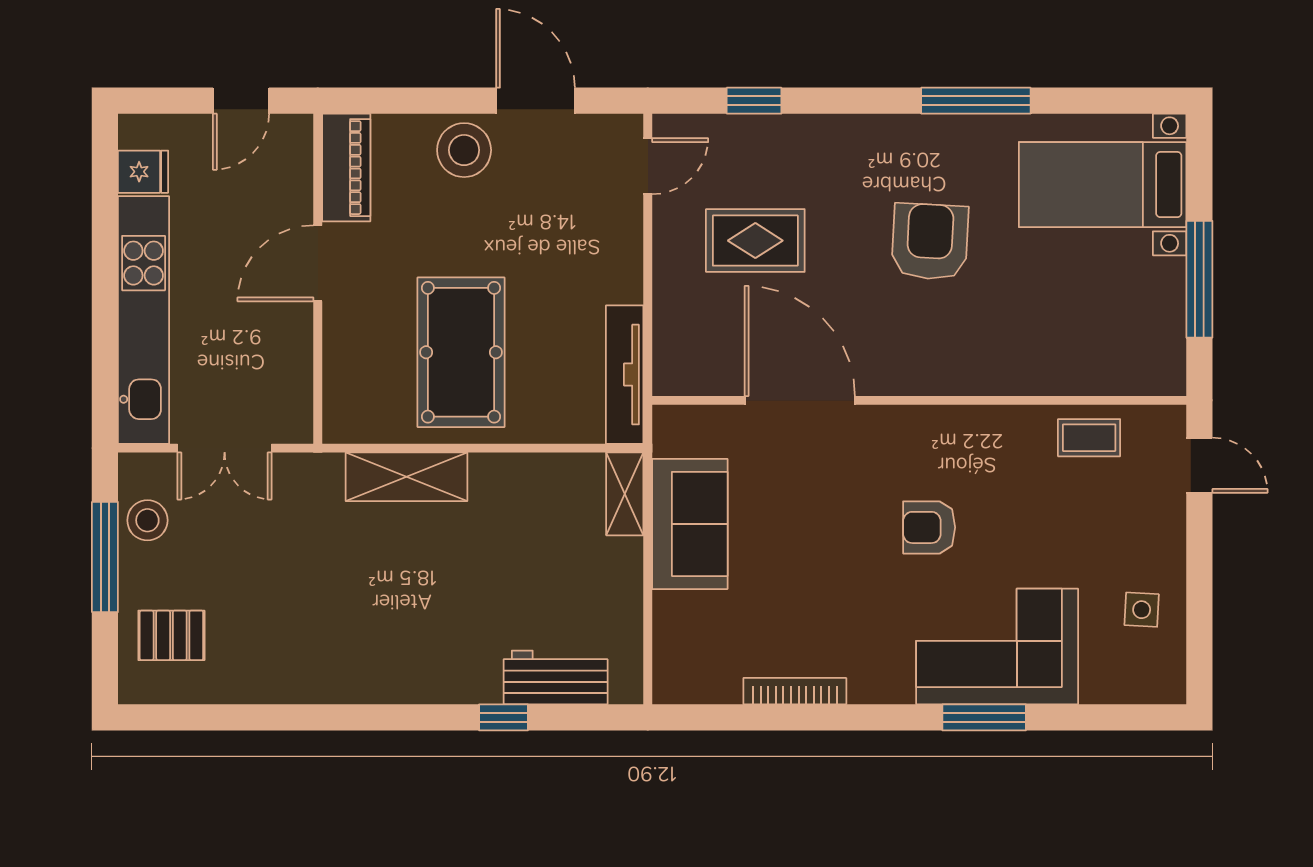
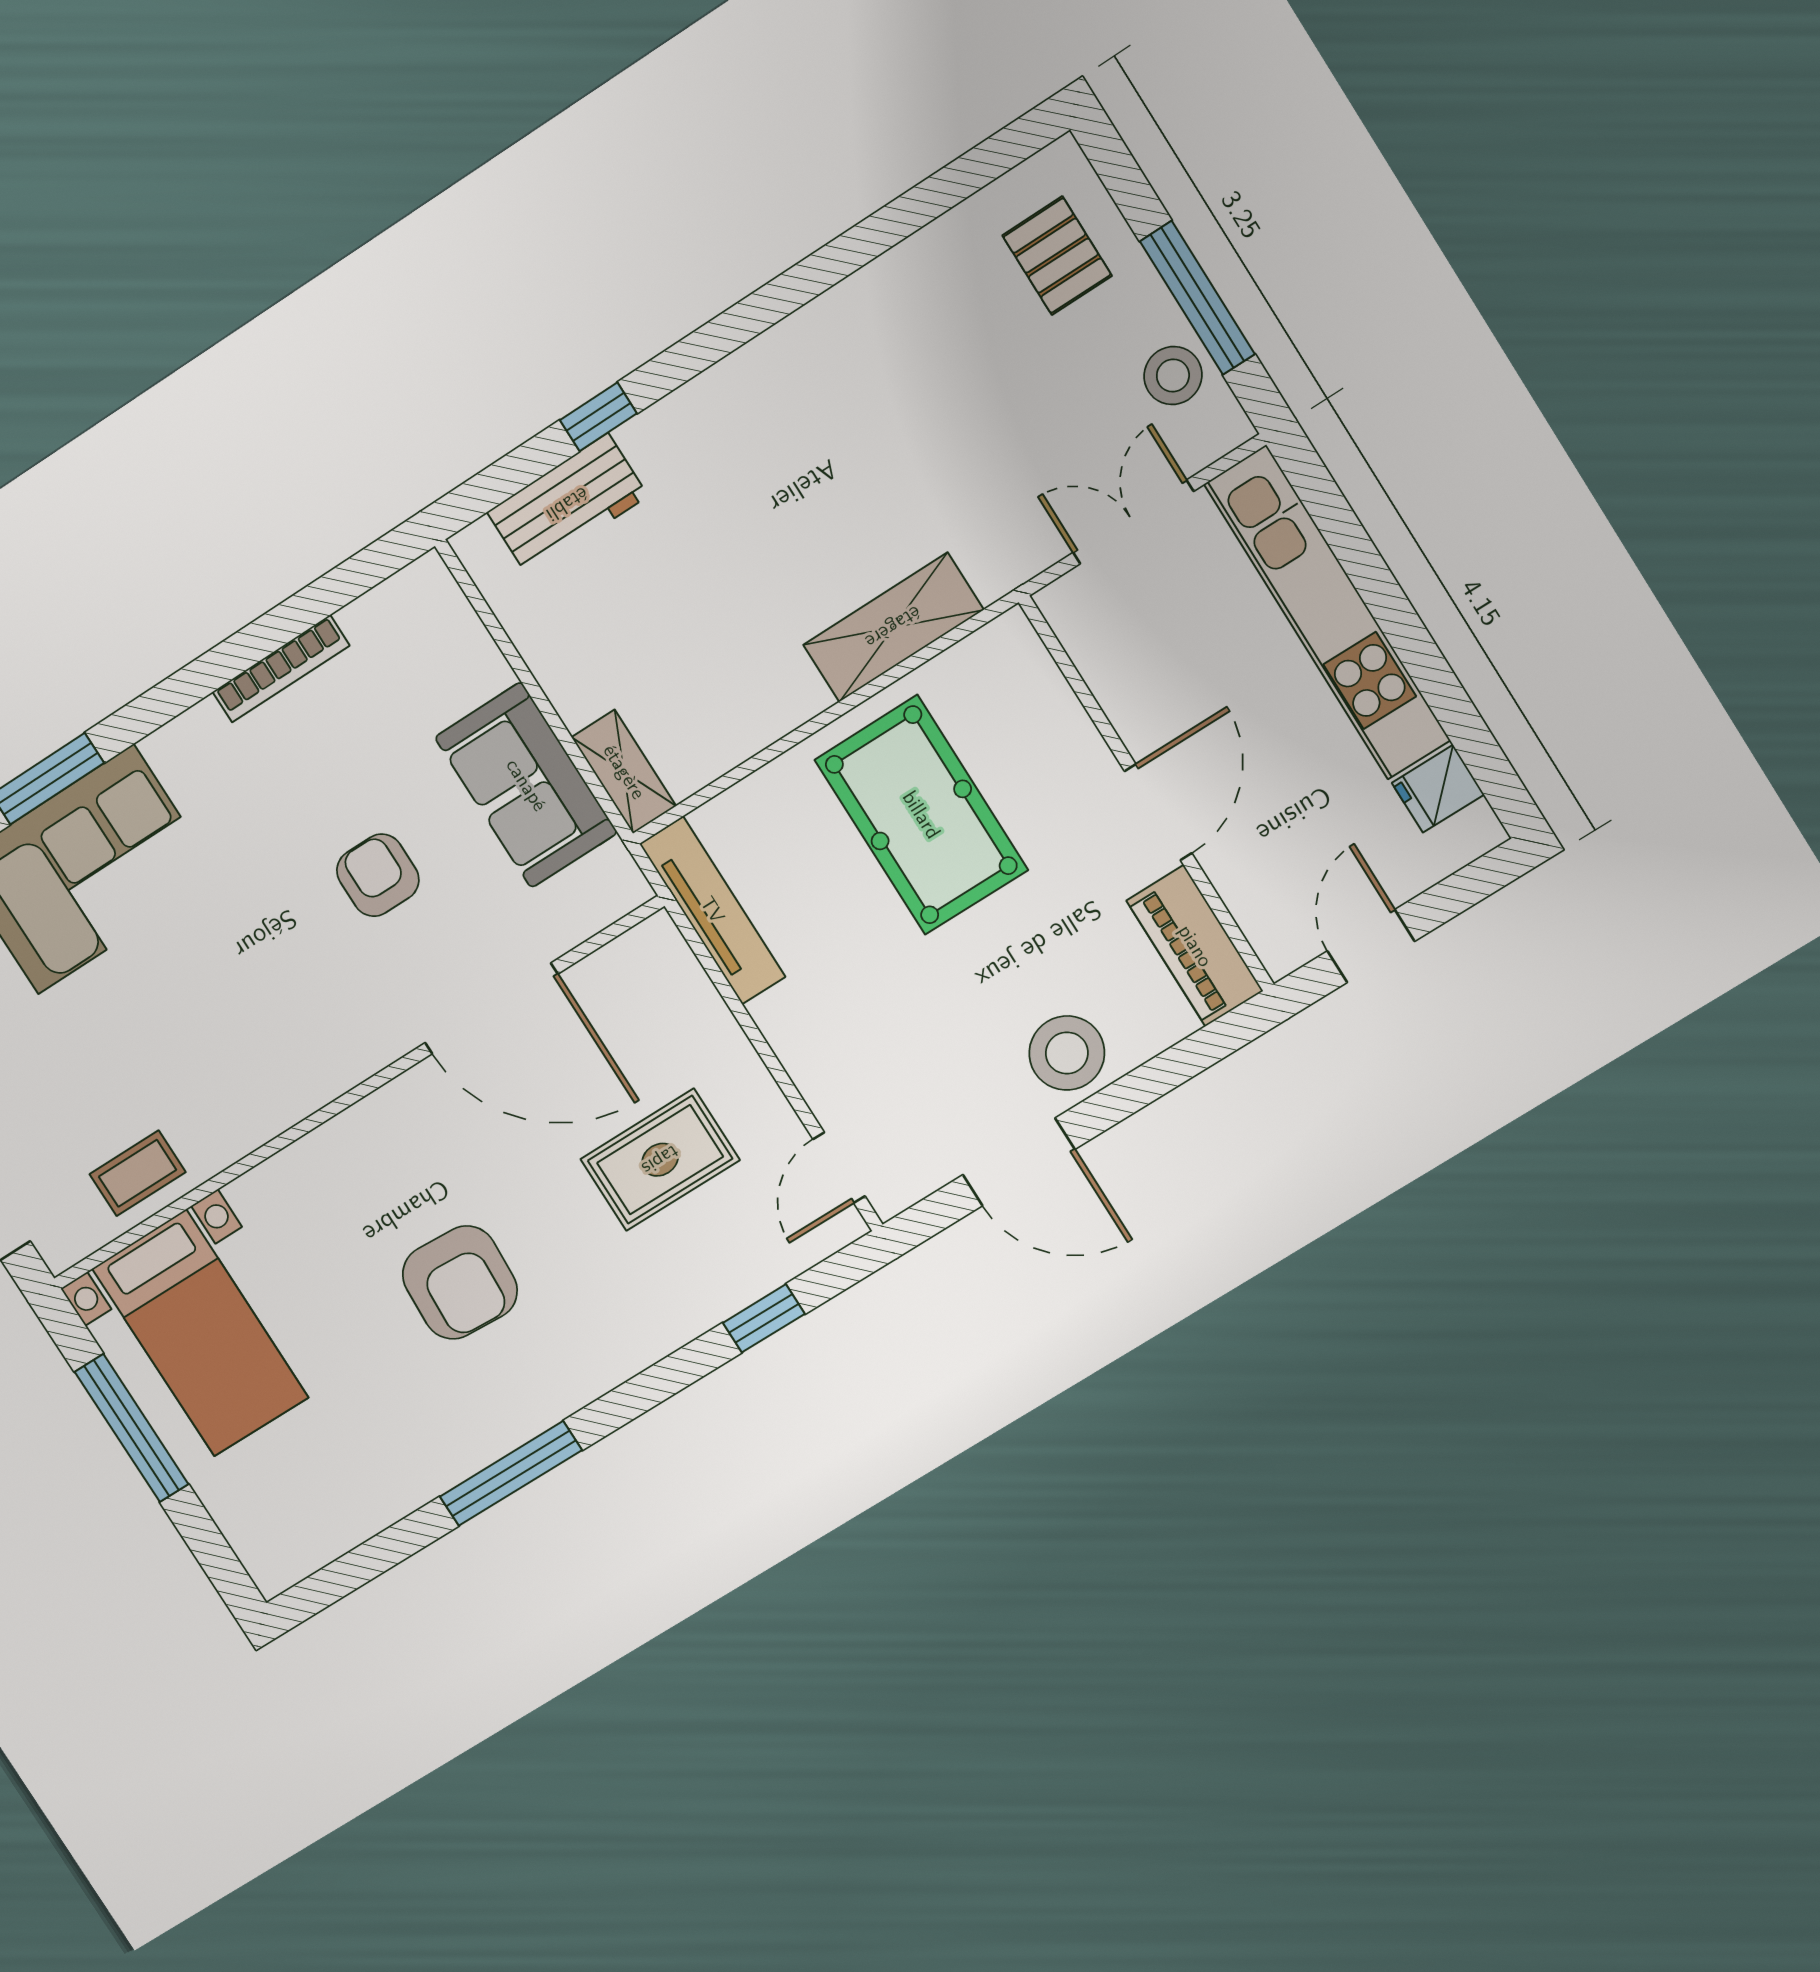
bed with nightstands: (1103, 185) -> (200, 1333), moved, turned 90
armchair: (929, 527) -> (378, 875), moved, turned -90
pallet: (171, 635) -> (1057, 256), turned 90

